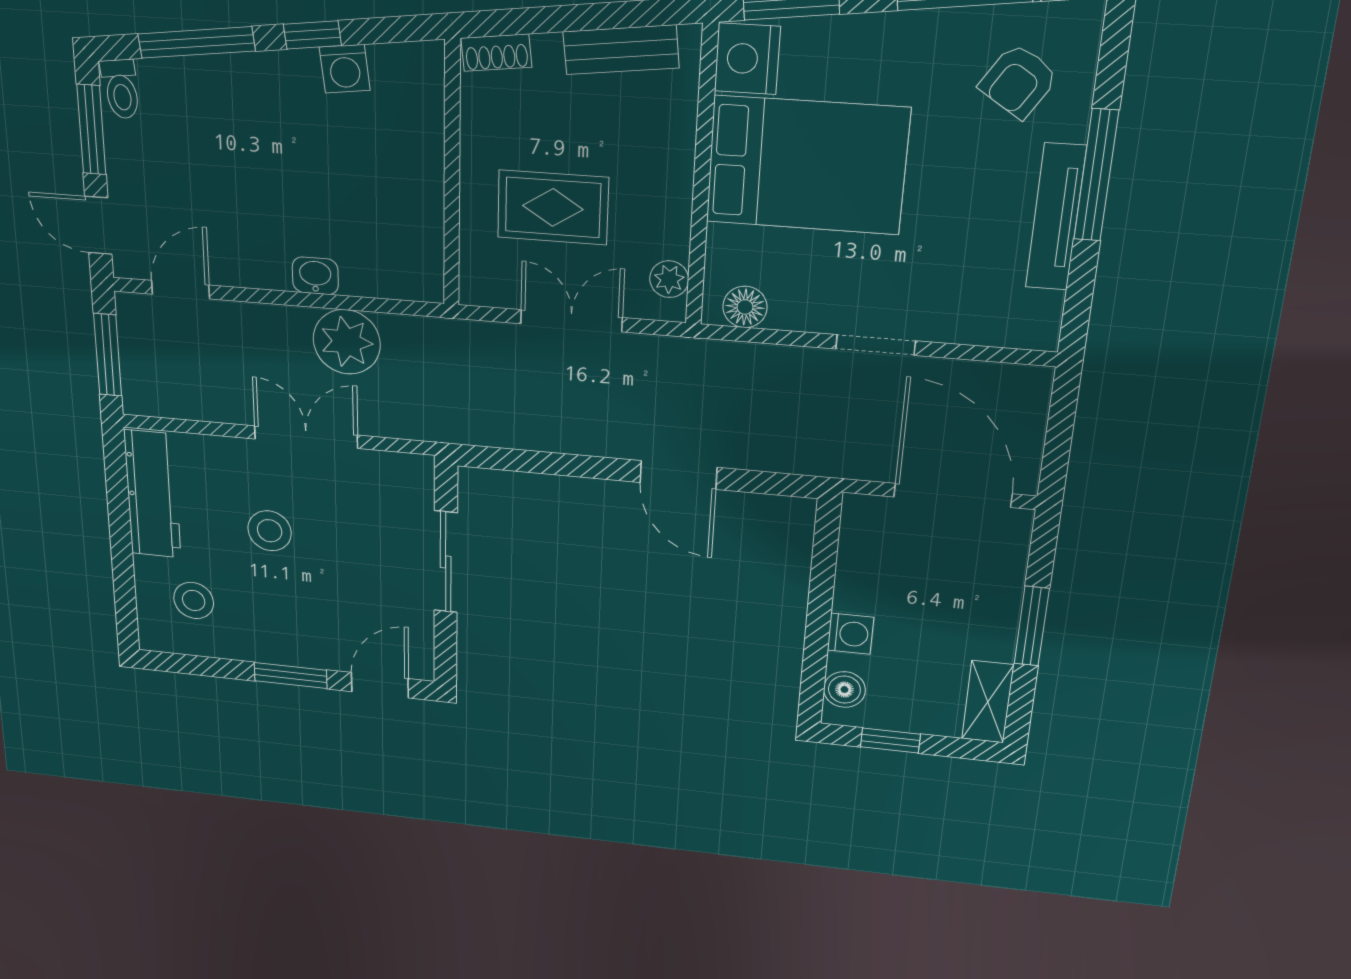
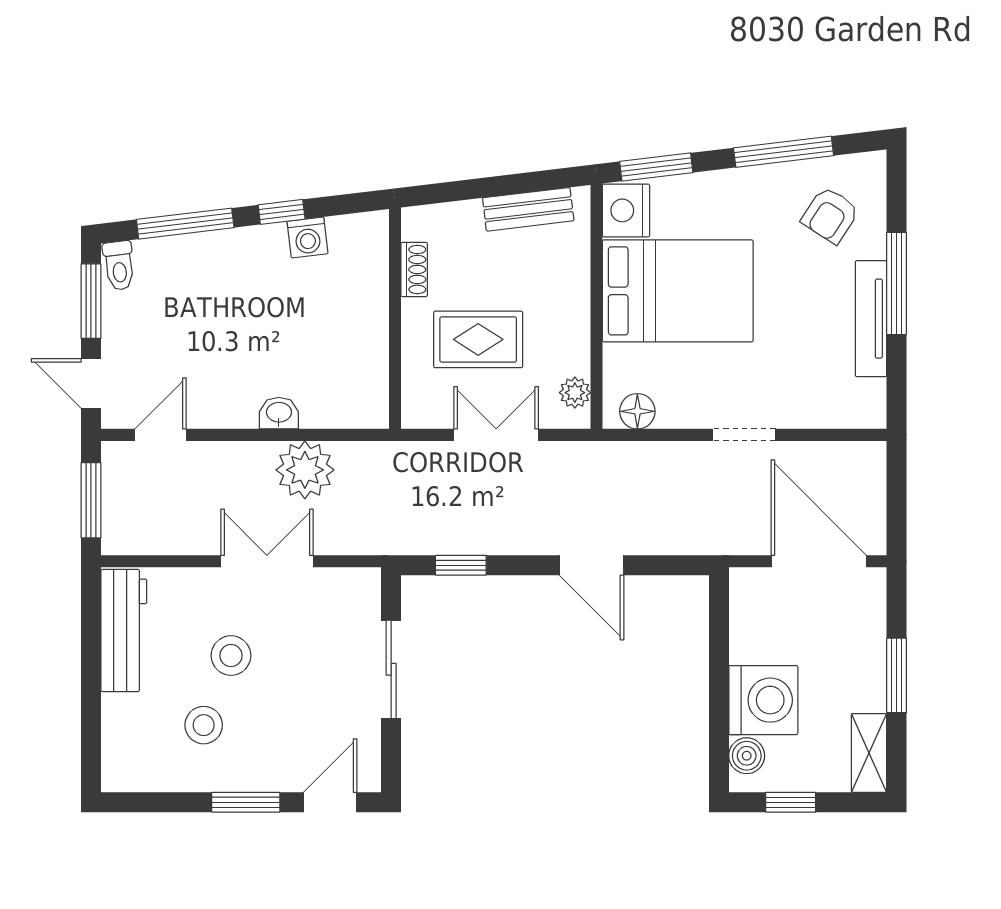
shoe rack: (496, 53) -> (414, 269), moved, turned -83
window: (526, 461) -> (461, 565), added
stool: (194, 600) -> (204, 725), moved
washing machine: (850, 634) -> (763, 700), width x1.89, depth x1.89

